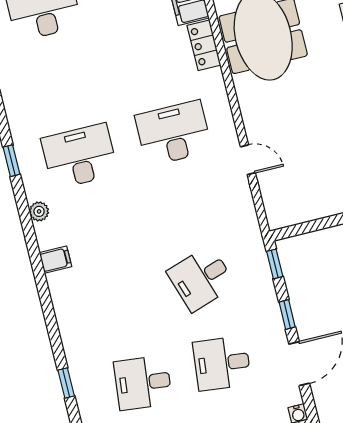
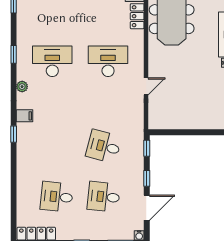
door: (248, 160) -> (146, 86), hinge flipped
desk: (201, 278) -> (104, 146), turned 33
window: (66, 383) -> (14, 134), moved

